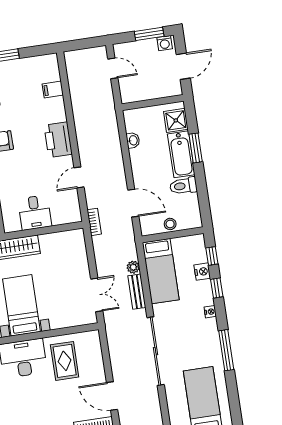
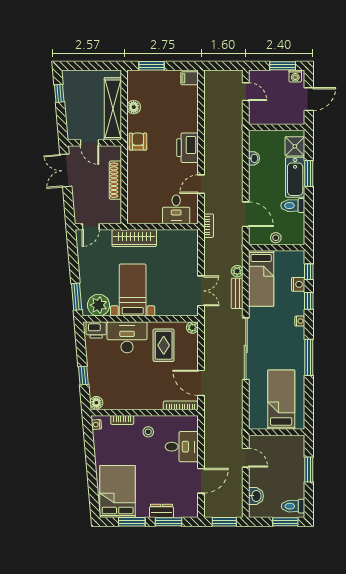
filing cabinet: (53, 90) -> (190, 78), moved
desk: (35, 213) -> (176, 209), moved
plant: (93, 337) -> (192, 328), added

